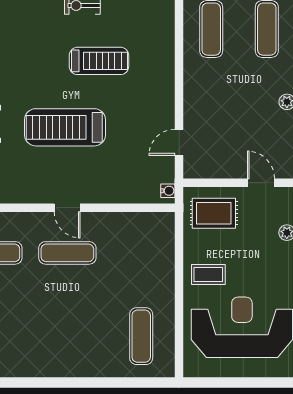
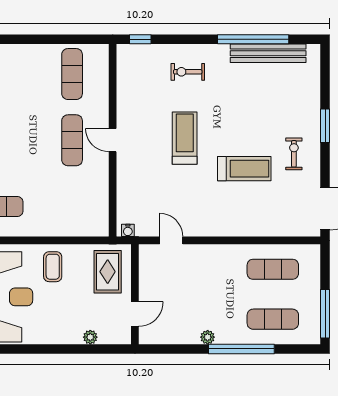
treadmill: (99, 61) -> (244, 169), turned -90
treadmill: (65, 127) -> (185, 138), width x0.73, depth x0.73
door: (67, 208) -> (113, 140), hinge flipped

